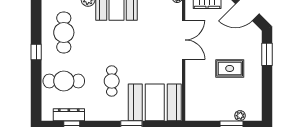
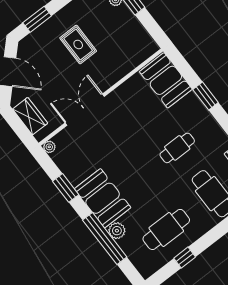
window: (36, 52) -> (185, 258), moved
booth: (155, 102) -> (166, 80), width x0.73, depth x0.70

